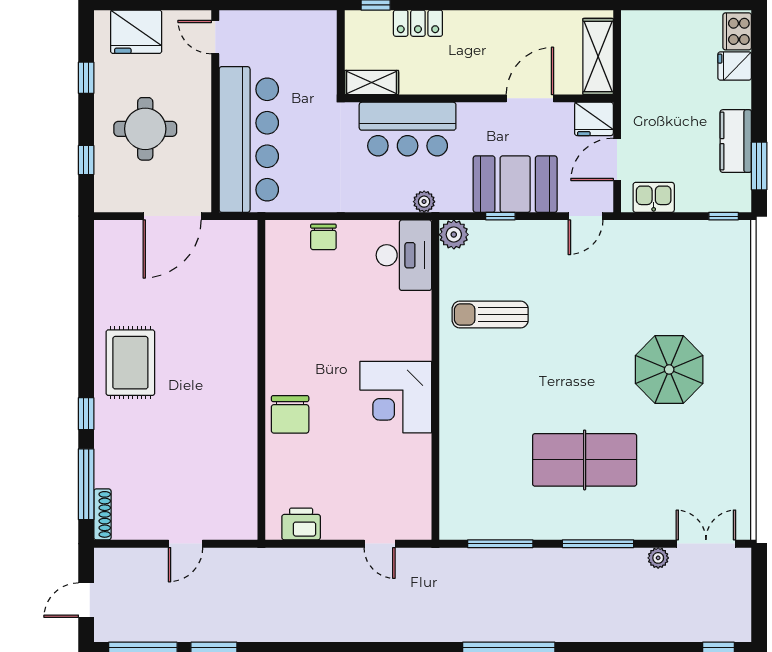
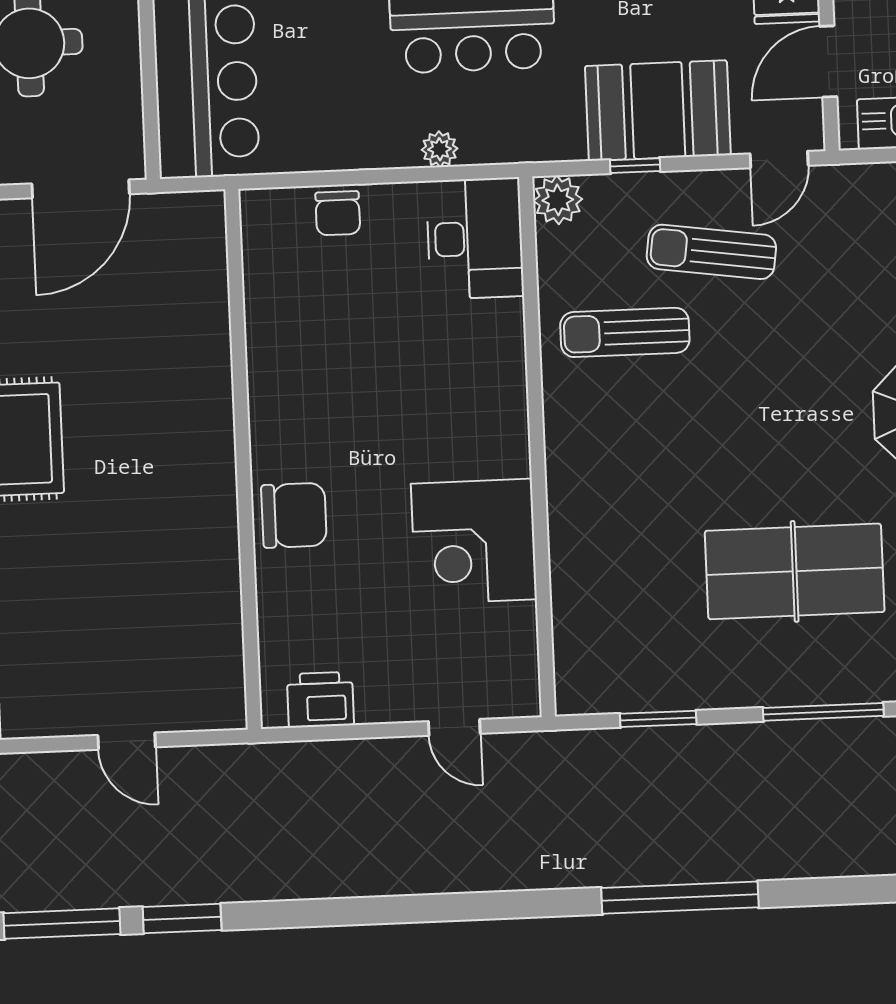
plant: (424, 202) -> (440, 149), moved
sun lounger: (543, 269) -> (711, 252), added
corner desk: (396, 397) -> (474, 541), moved
chair: (290, 414) -> (294, 515), turned -90
door: (186, 544) -> (127, 741), hinge flipped
window: (500, 544) -> (658, 719), width x0.69

